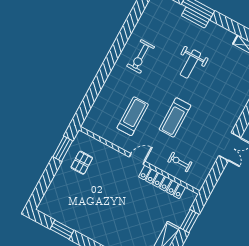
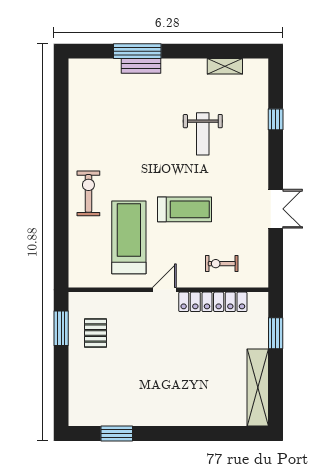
exercise bike: (141, 56) -> (88, 193), moved, turned 180
weight bench: (190, 64) -> (203, 134), moved
treadmill: (133, 116) -> (129, 237), width x1.37, depth x1.38
treadmill: (175, 117) -> (184, 209), turned -90

